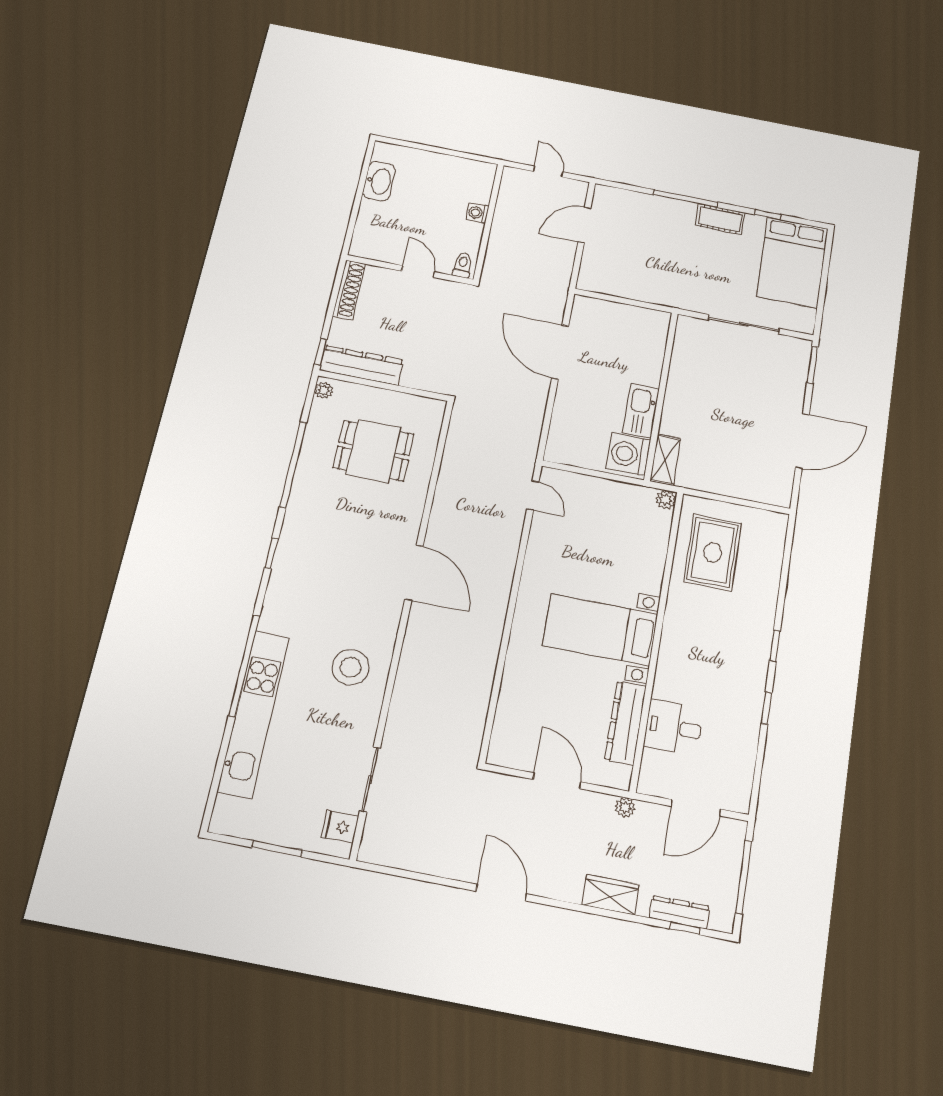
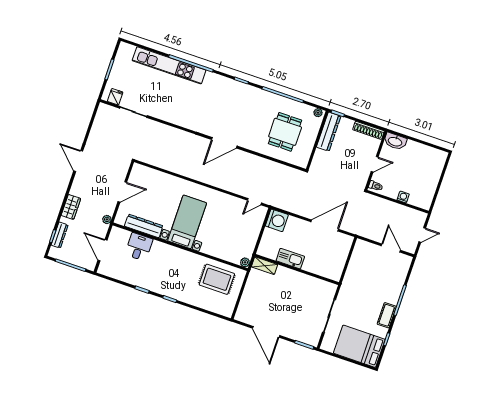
washbasin: (379, 181) -> (395, 141), moved
washing machine: (628, 454) -> (277, 220), moved, turned 90
stool: (351, 667) -> (184, 109), removed
door: (501, 893) -> (78, 161), swing flipped

